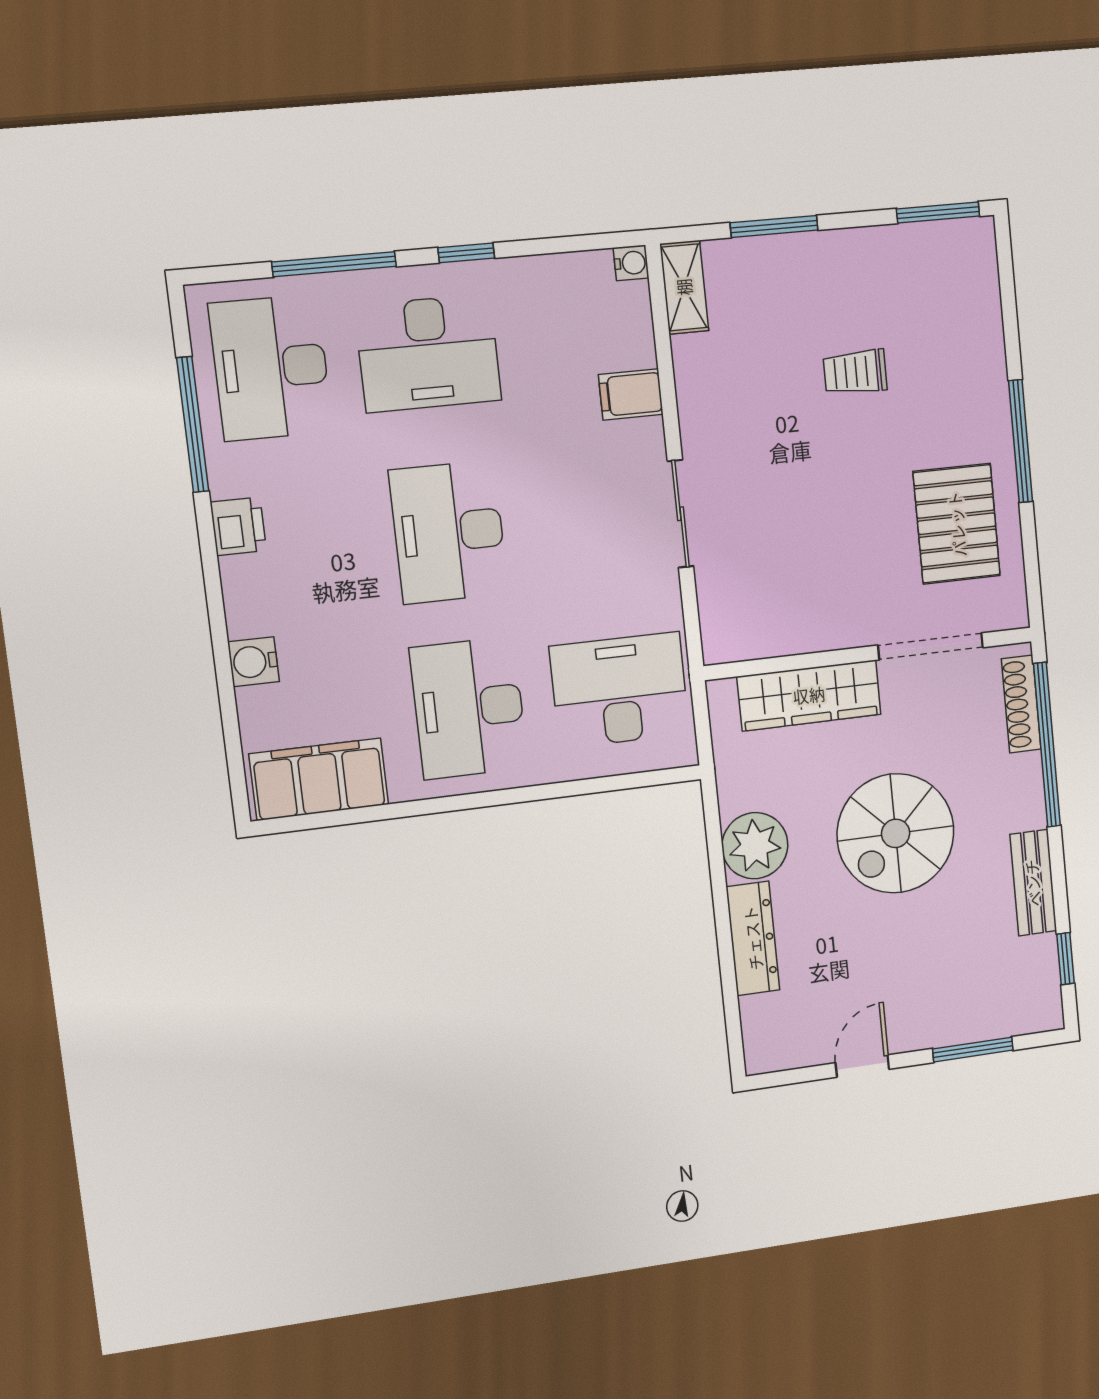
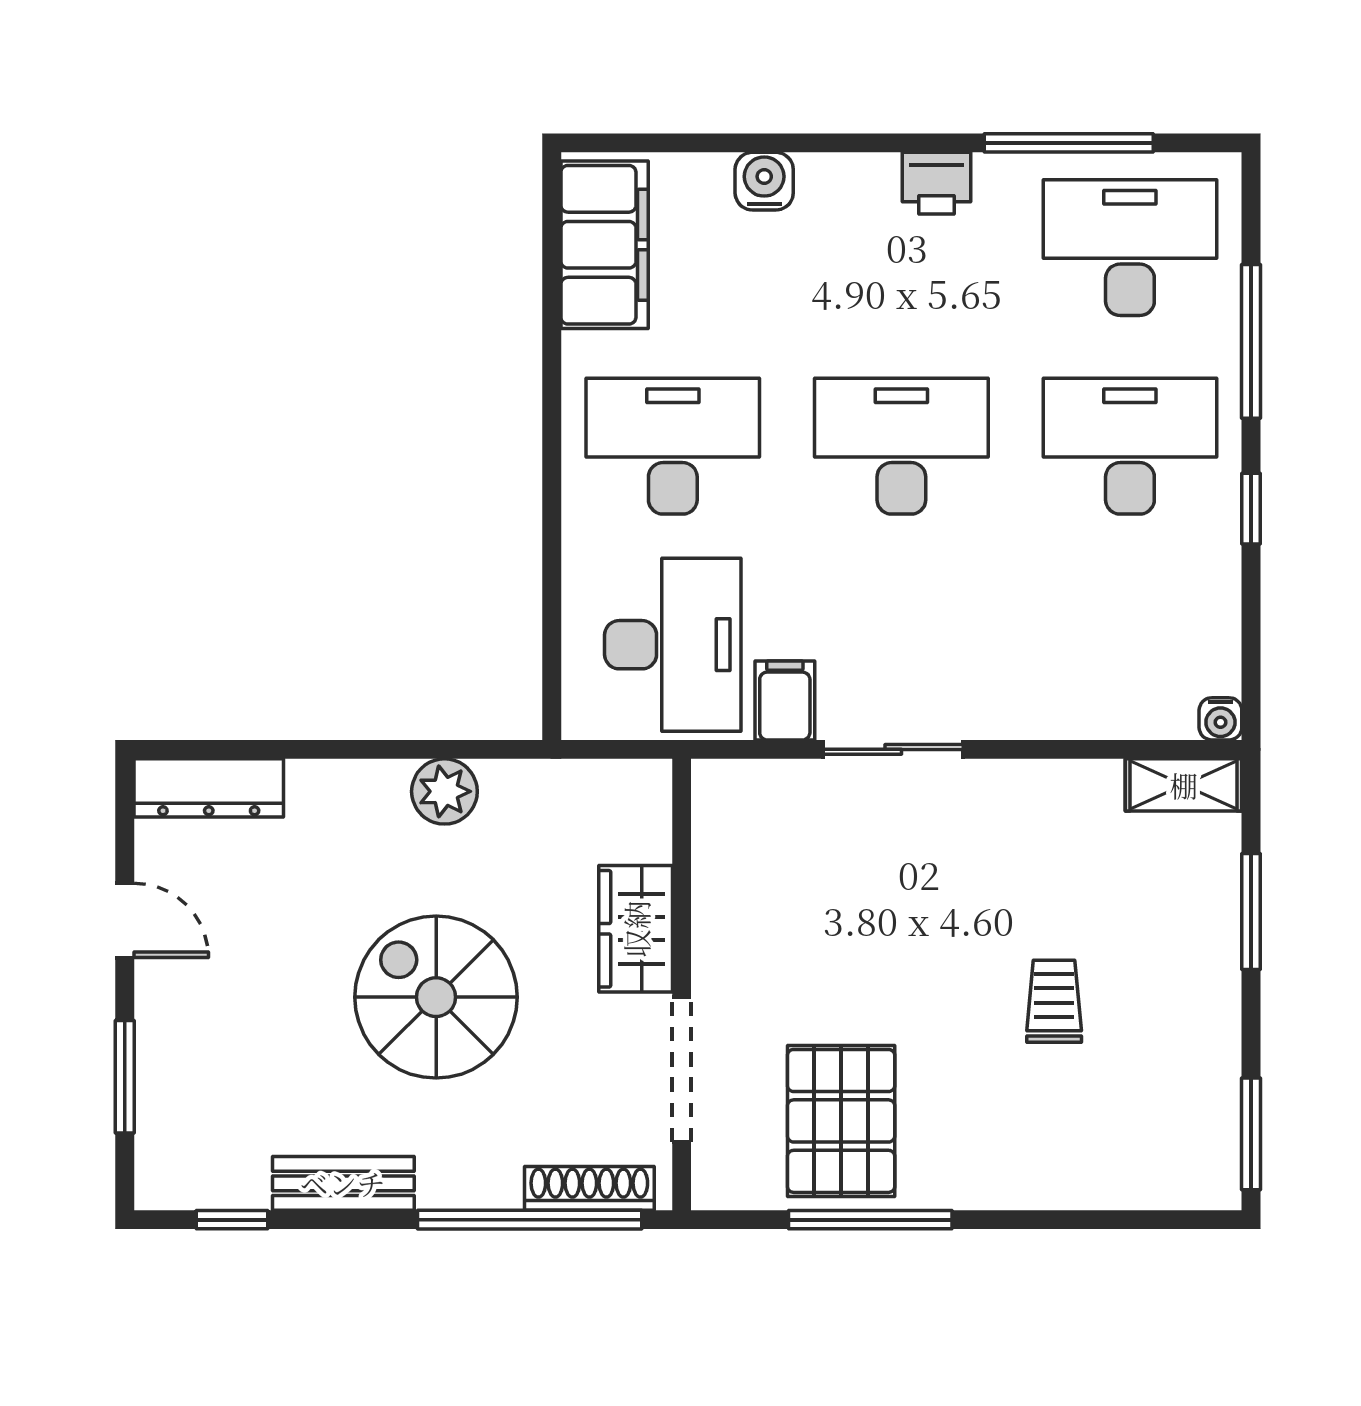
desk: (428, 353) -> (1130, 446), turned 90
filing cabinet: (631, 394) -> (785, 701), moved
window: (1021, 441) -> (870, 1220), moved
pallet: (957, 524) -> (841, 1121), turned 90
wardrobe: (809, 695) -> (636, 929), width x0.67
plant: (755, 846) -> (444, 791), width x0.73, depth x0.73
dresser: (753, 938) -> (209, 788), moved

